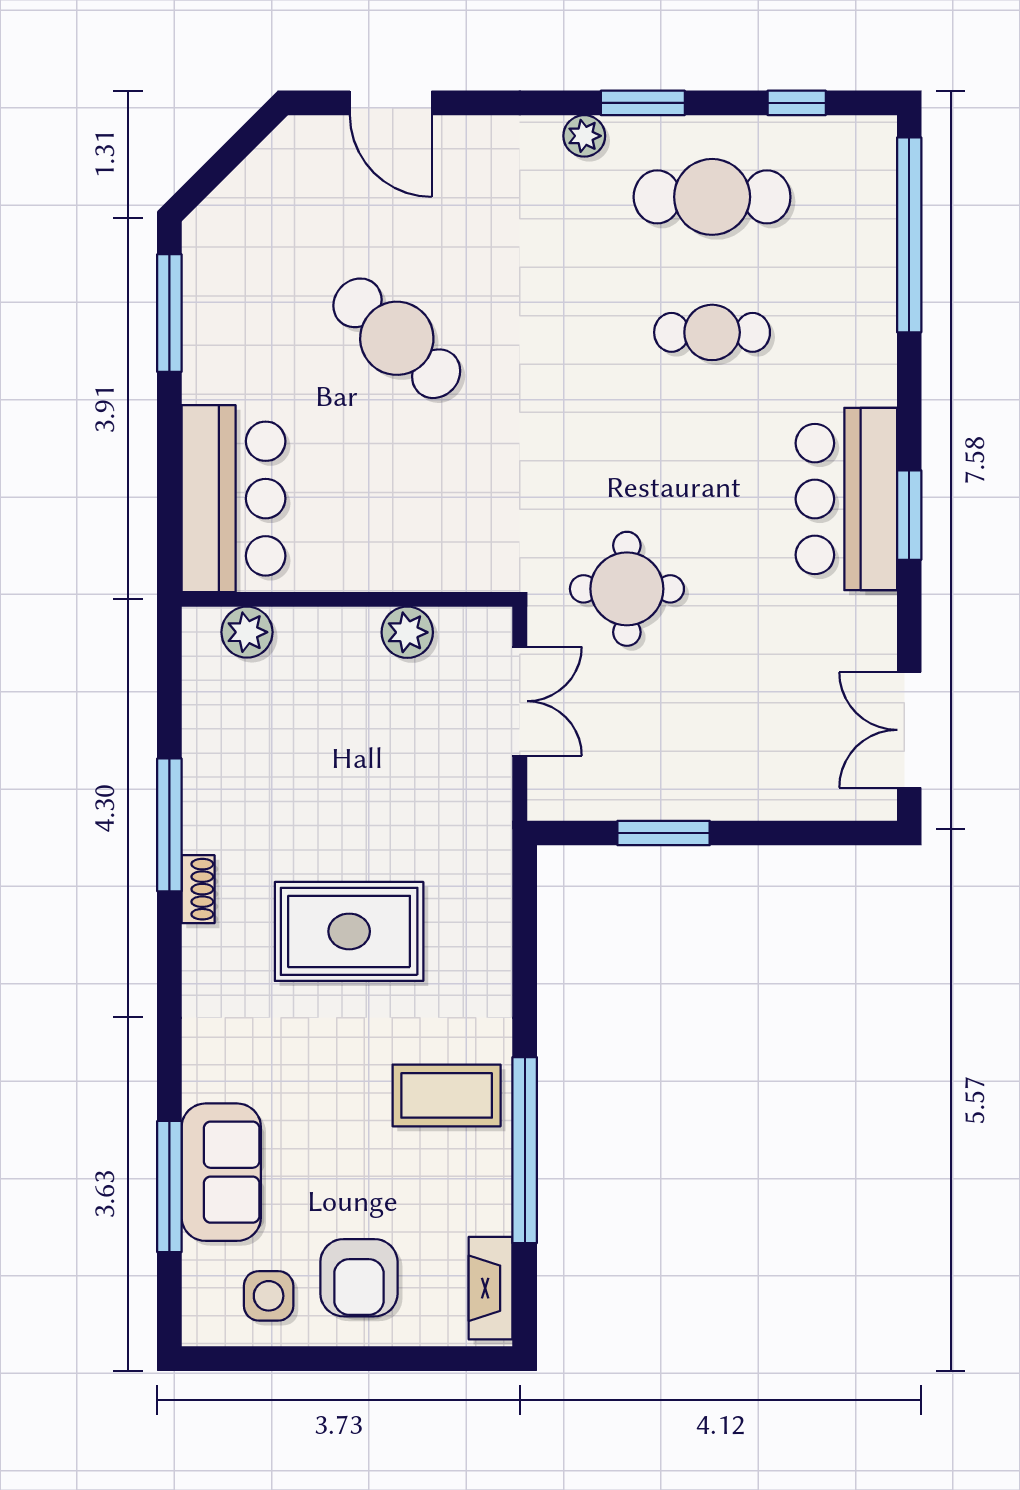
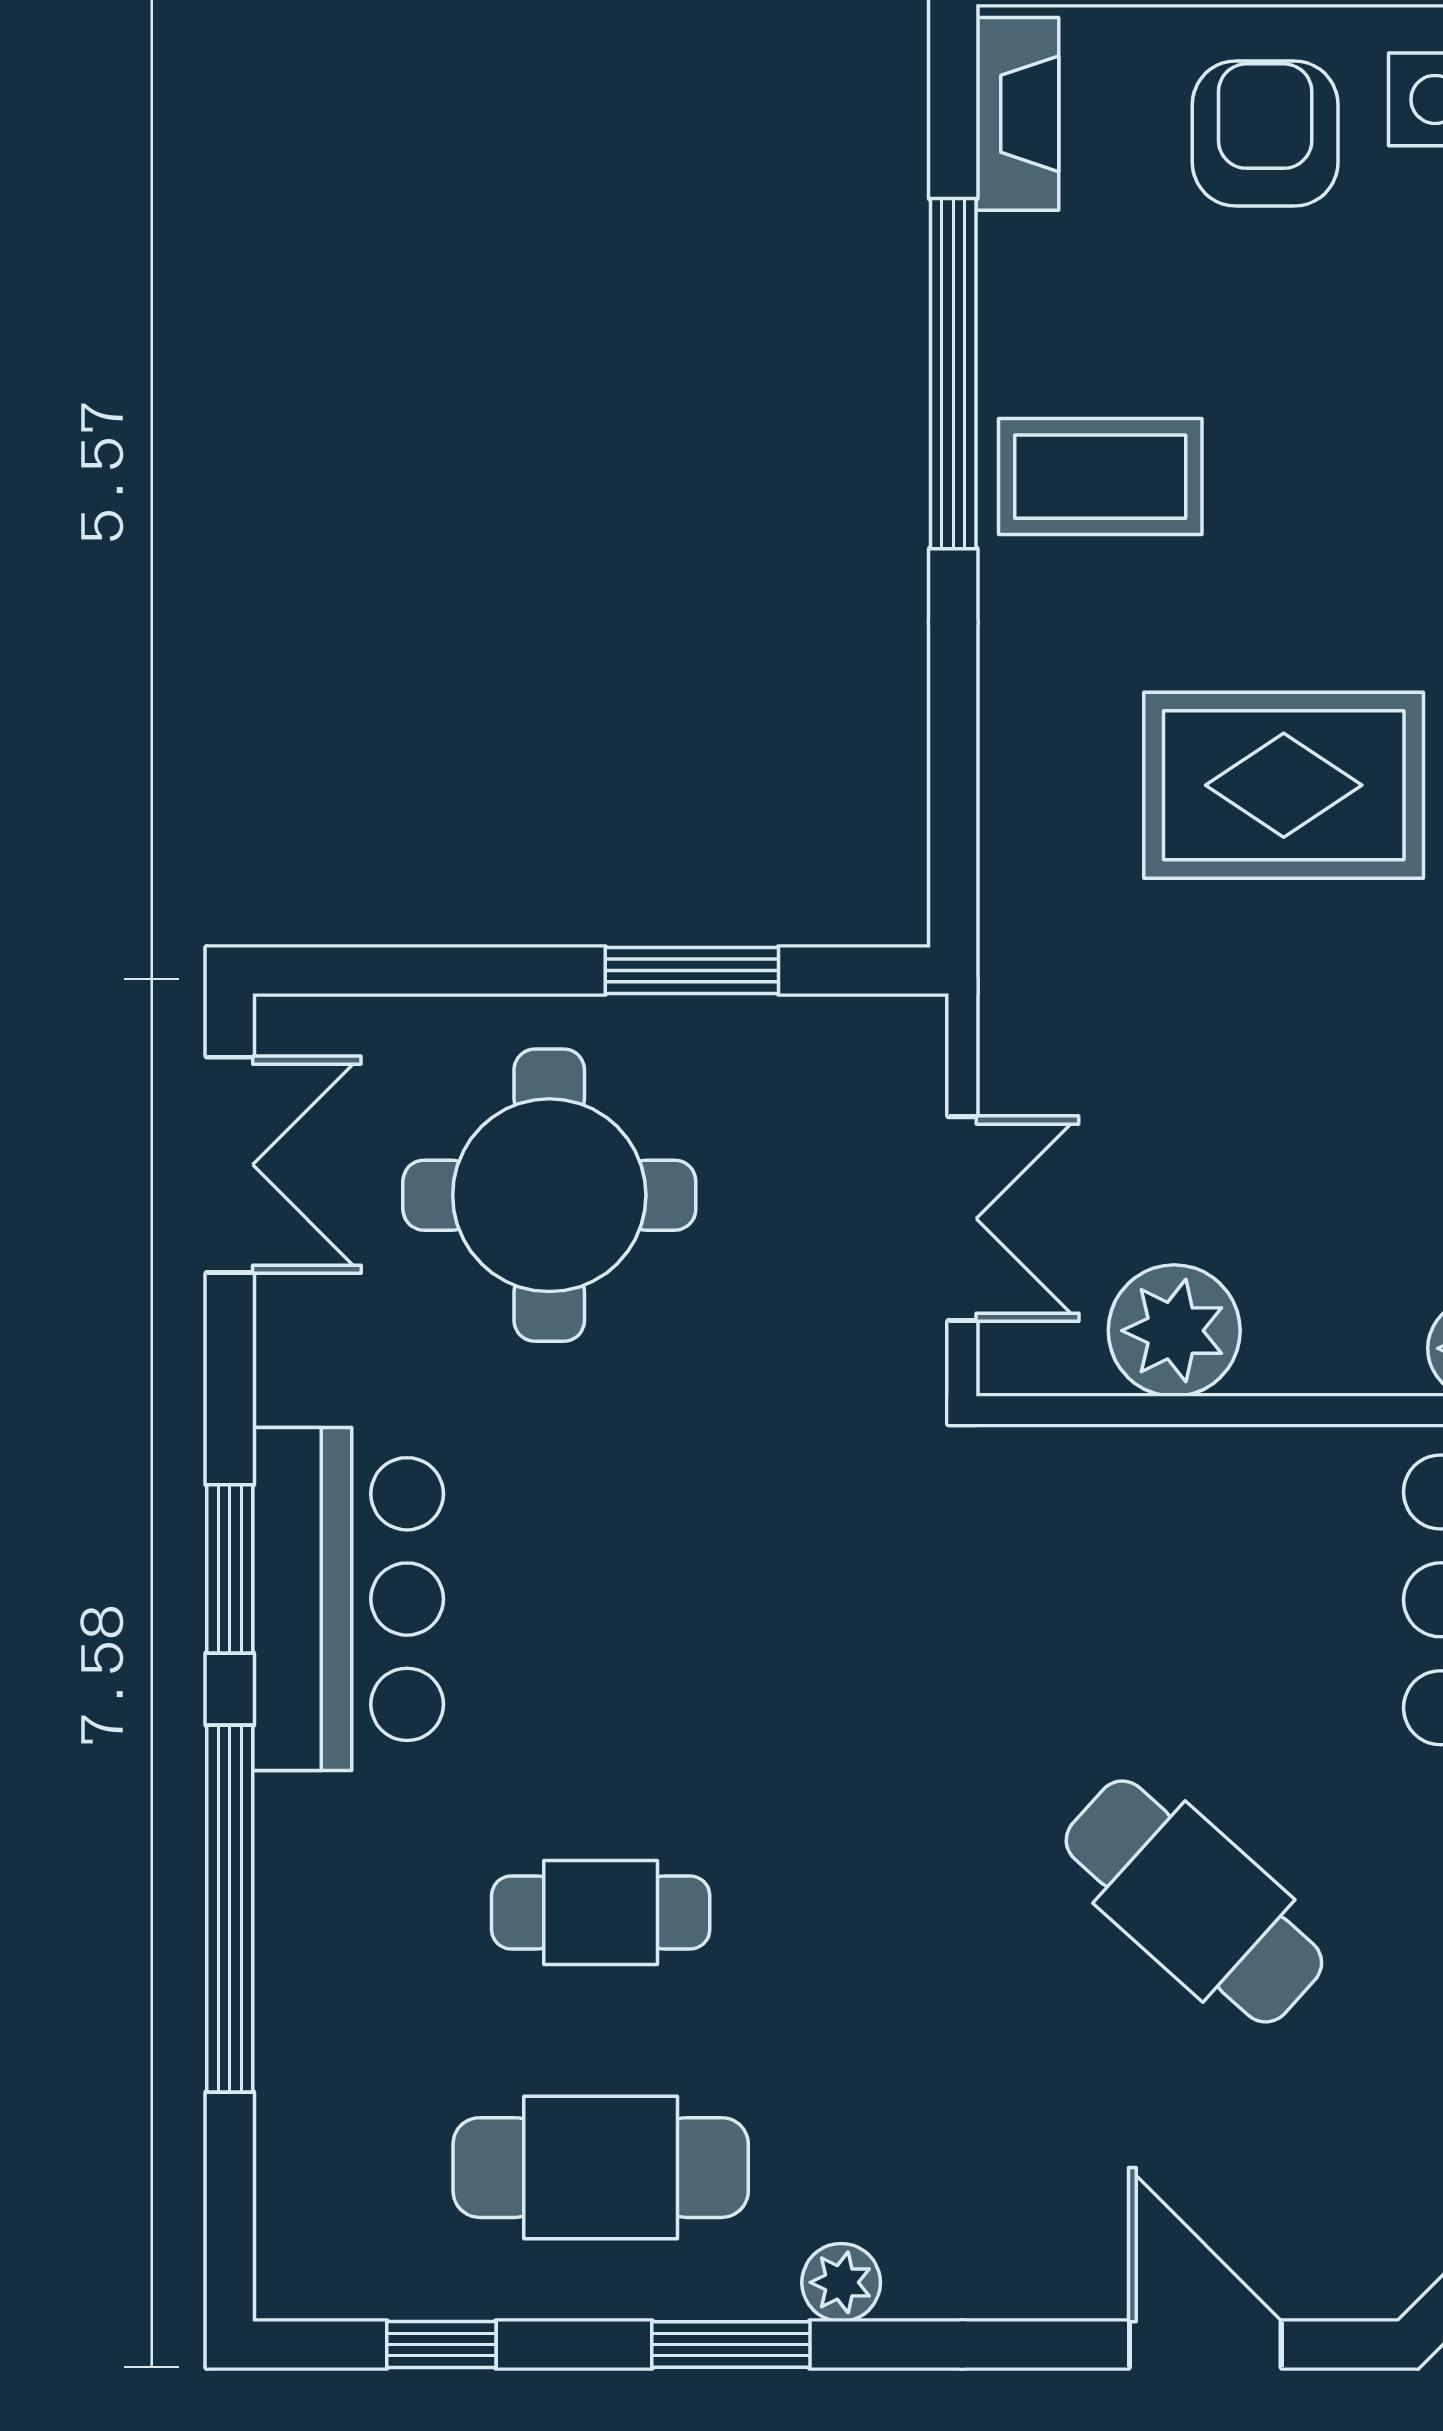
window: (909, 235) -> (230, 1909), moved
round table: (627, 589) -> (549, 1195), moved, width x1.36, depth x1.36
plant: (407, 632) -> (1174, 1331), width x1.36, depth x1.36
double door: (520, 701) -> (962, 1219), swing flipped

